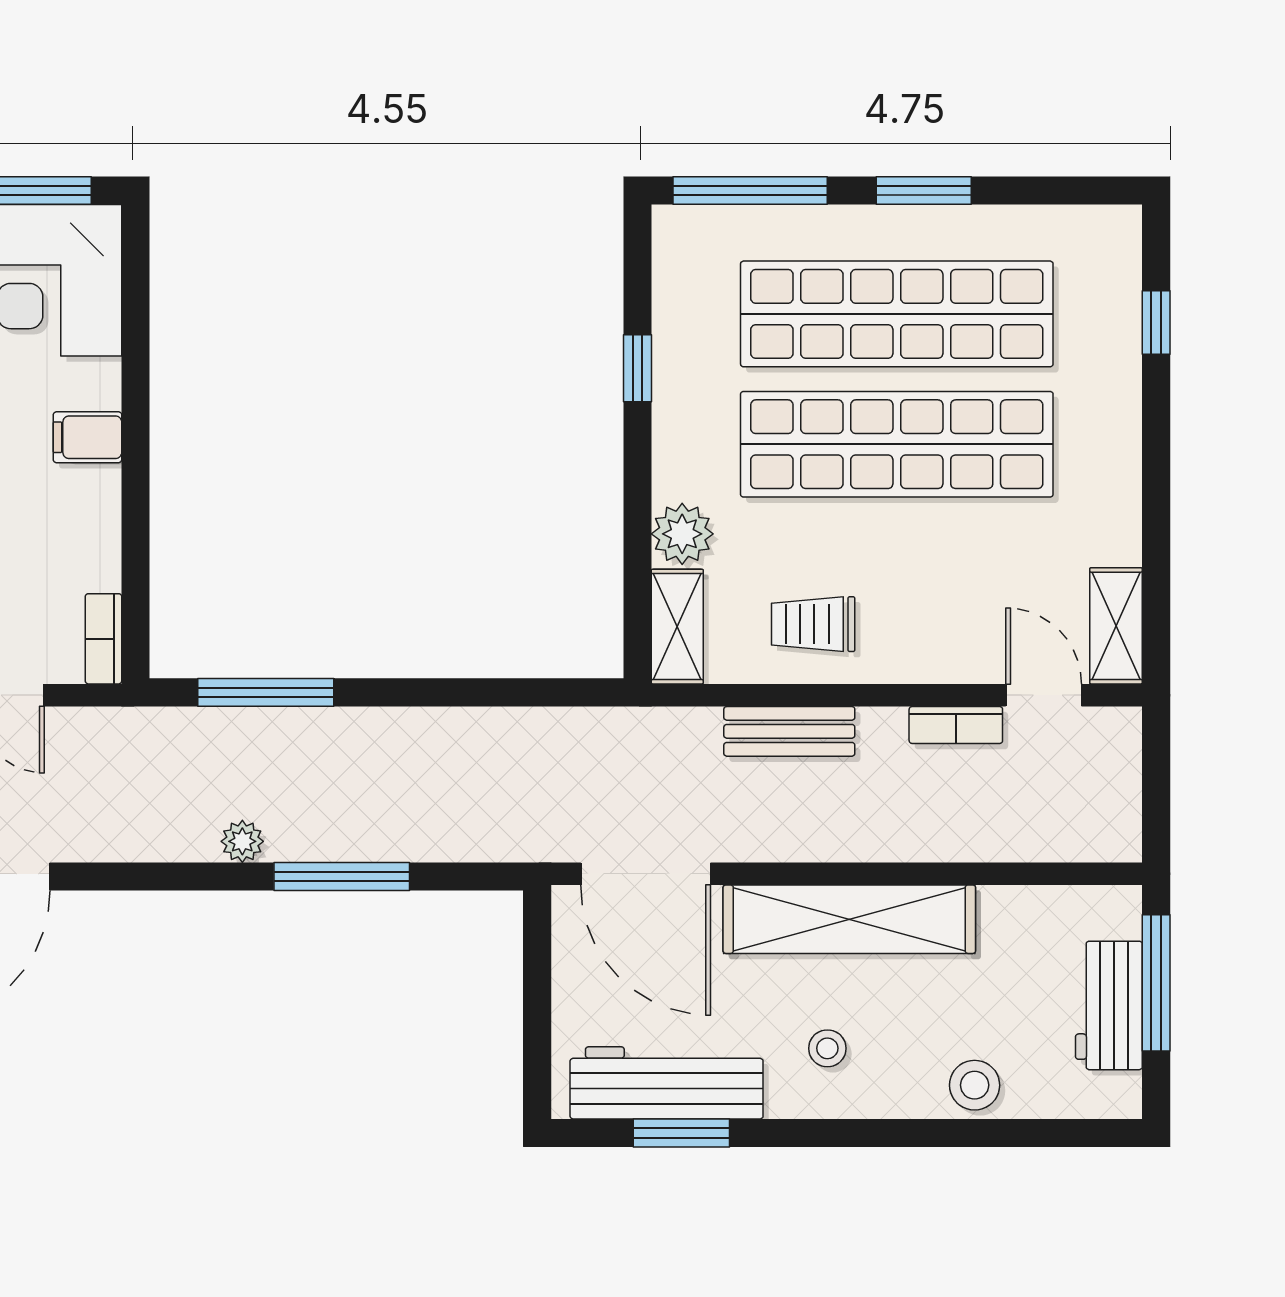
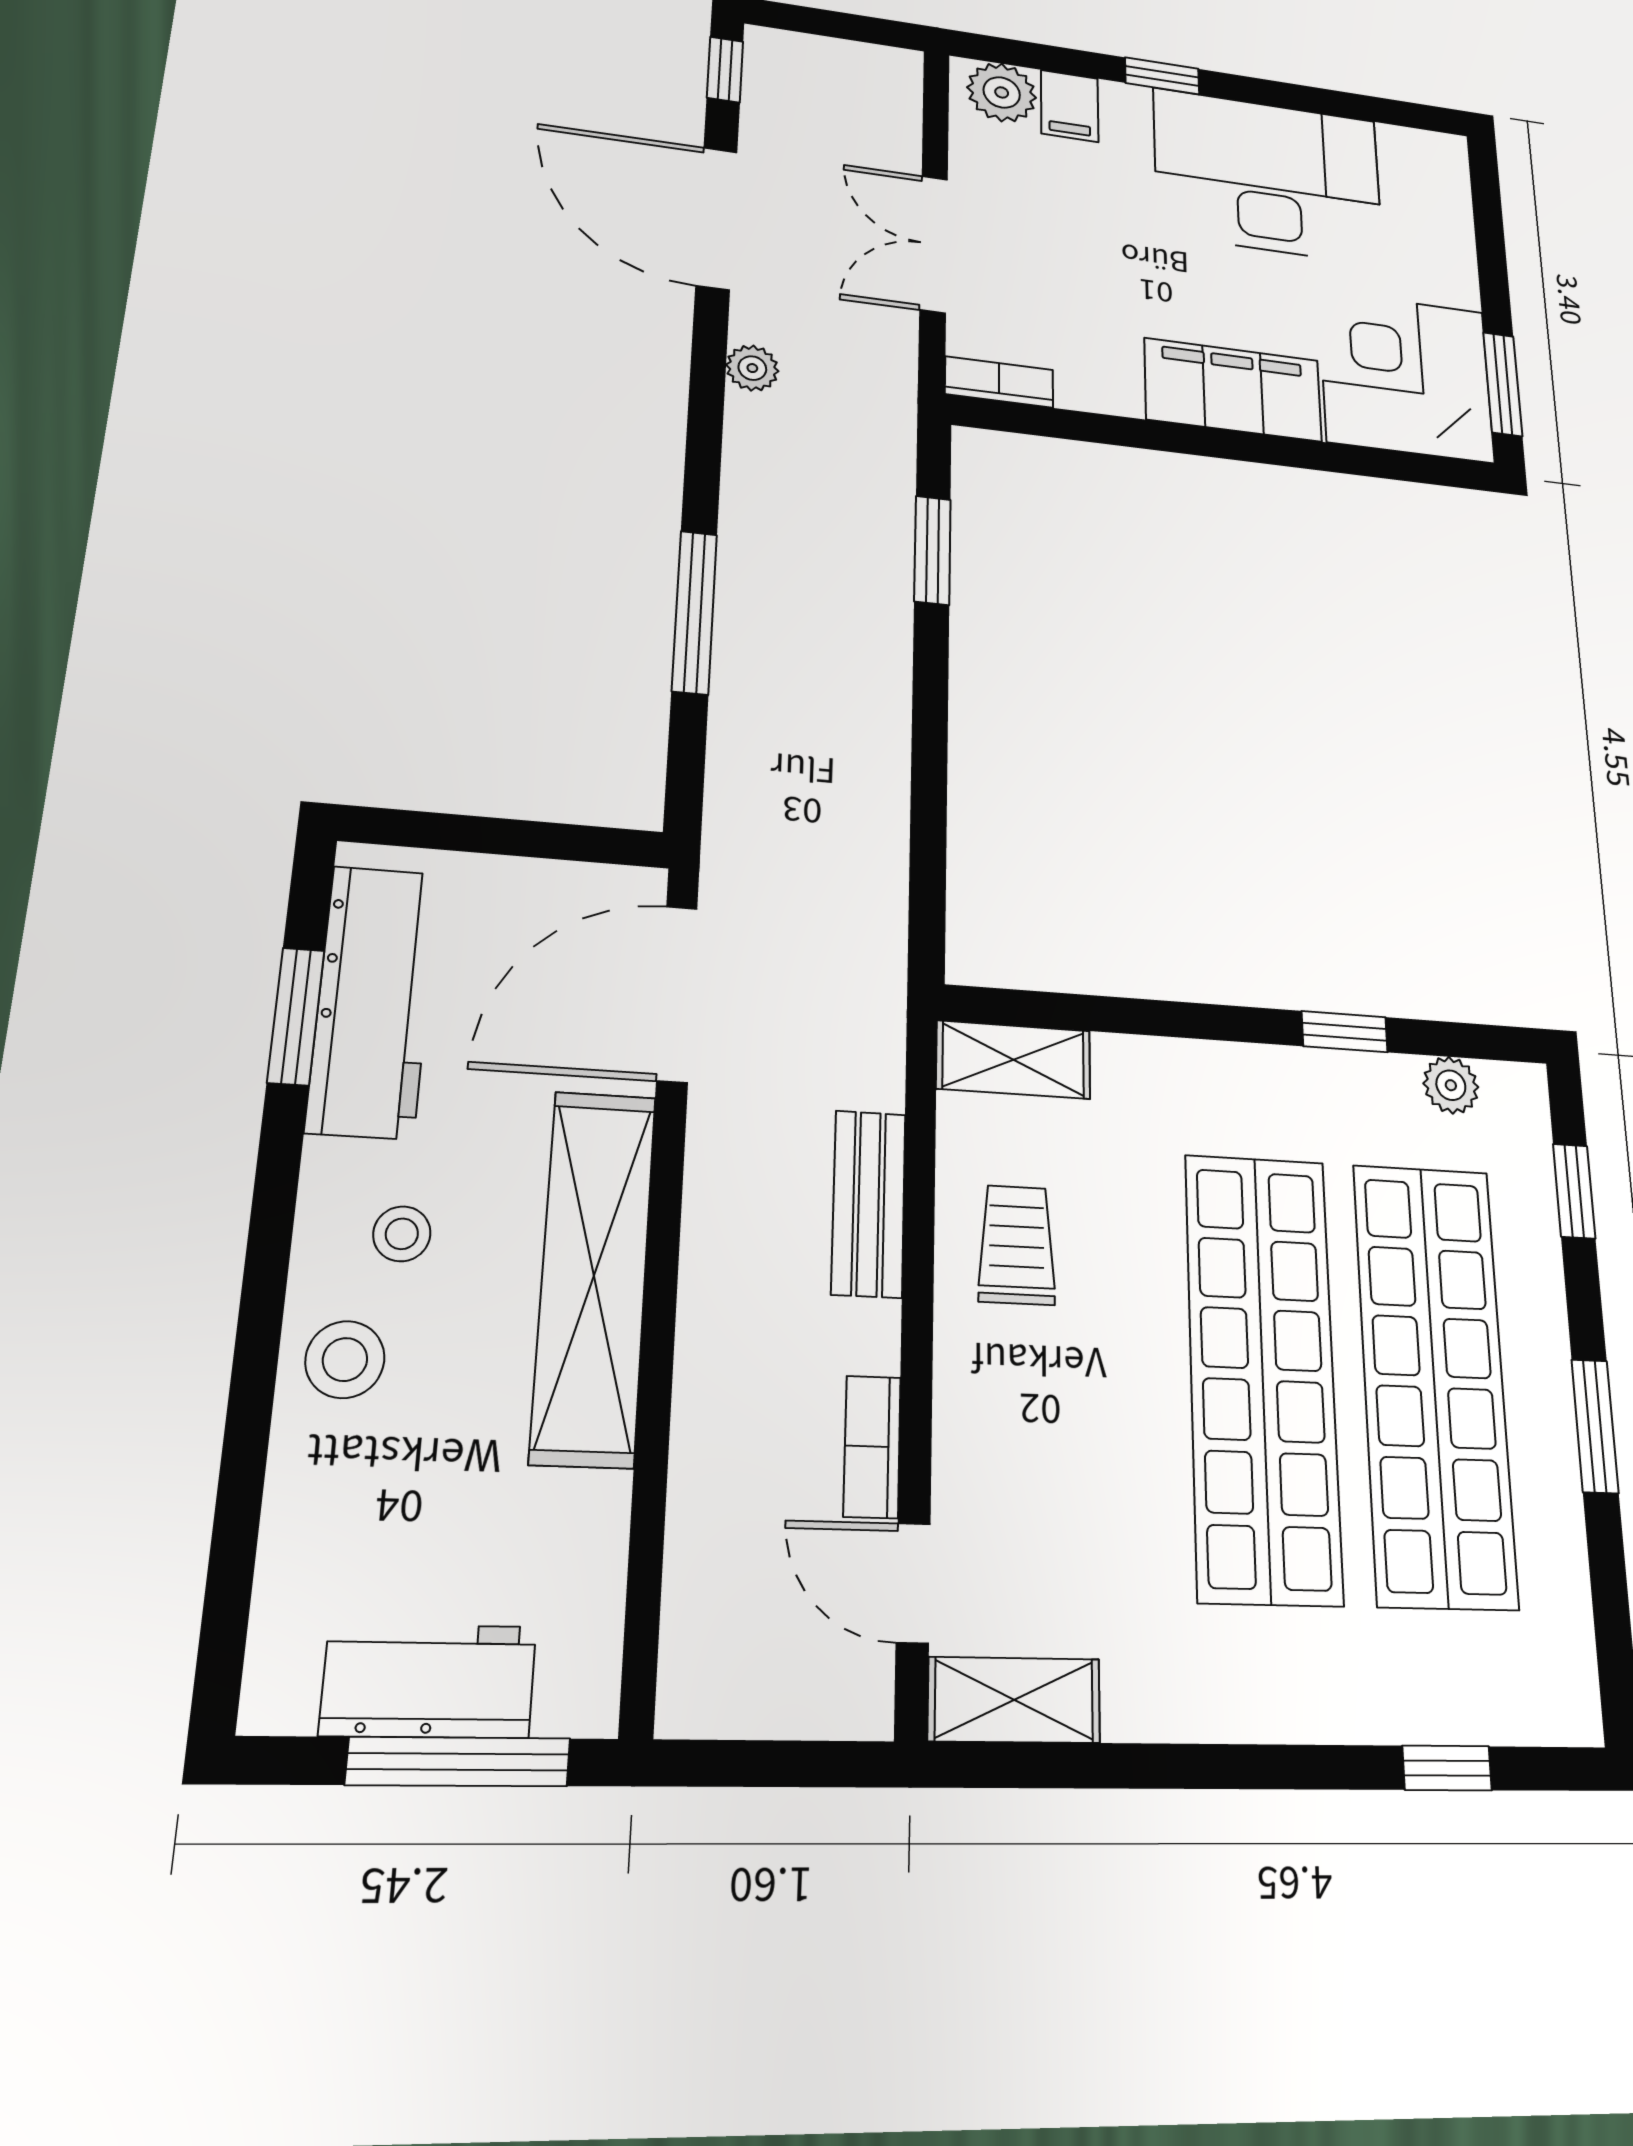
window: (750, 190) -> (1574, 1191), width x0.46
filing cabinet: (88, 437) -> (1233, 390), width x3.00, depth x1.17
plant: (682, 534) -> (1451, 1085), moved, width x0.73, depth x0.73
window: (266, 692) -> (932, 550), width x0.69
door: (1044, 695) -> (913, 1583), swing flipped
plant: (242, 841) -> (752, 368), moved
stool: (975, 1085) -> (345, 1360), moved

